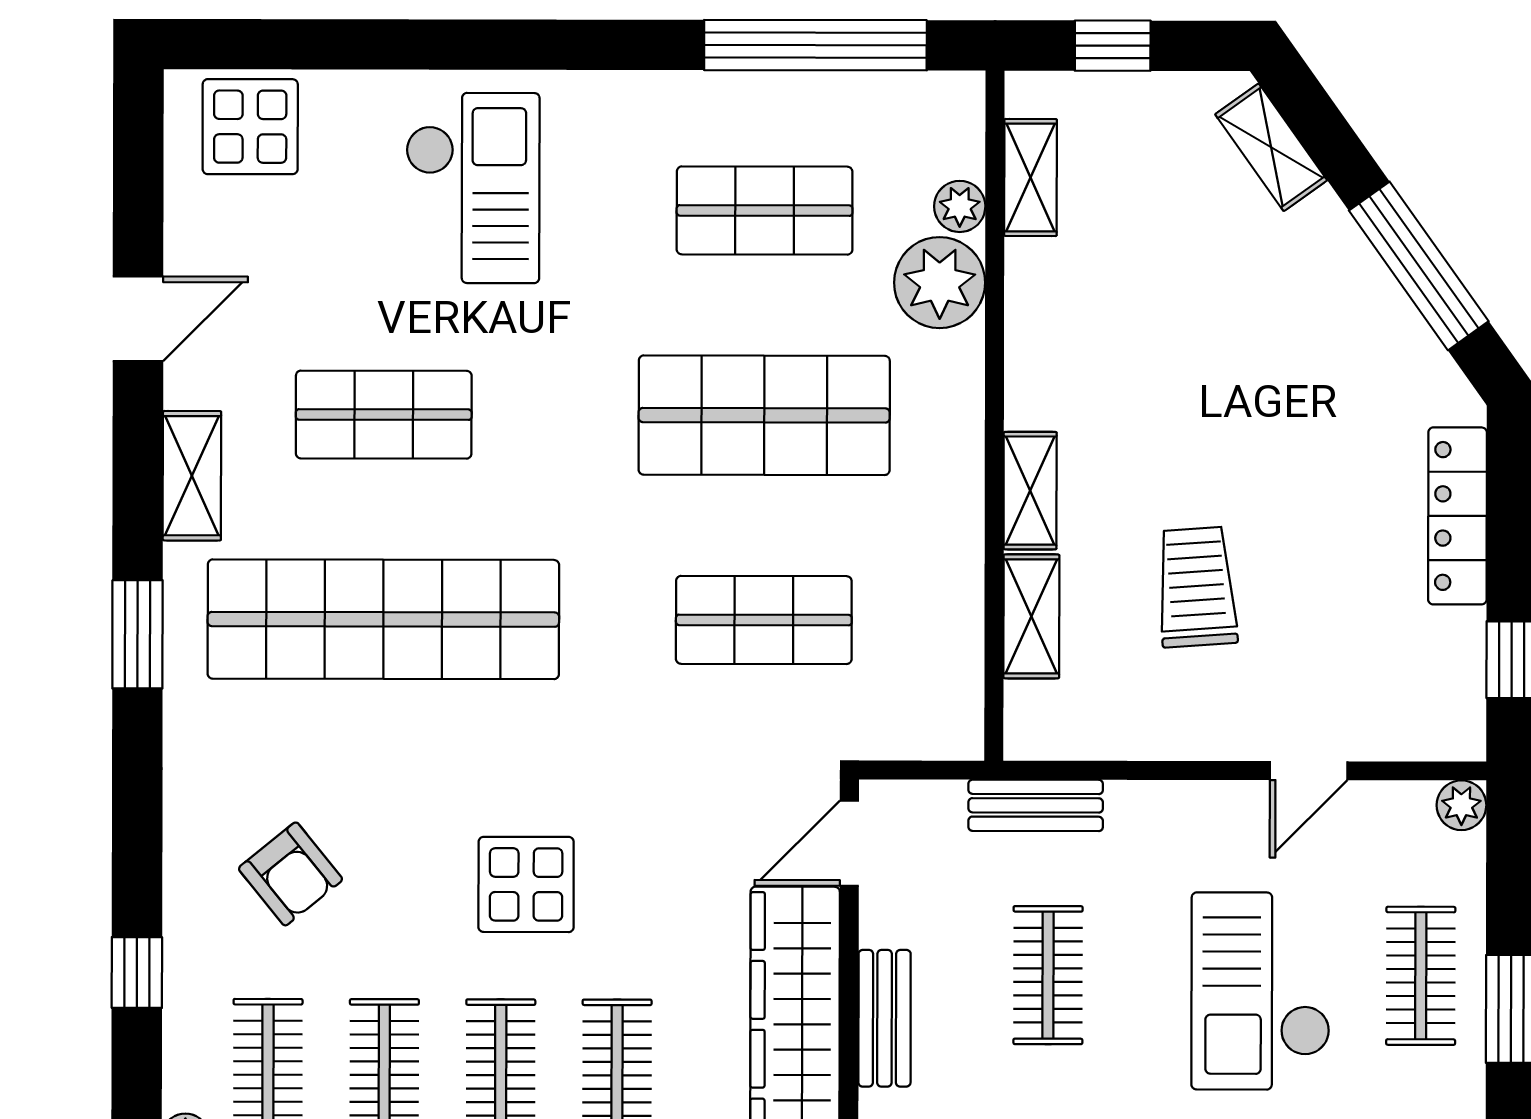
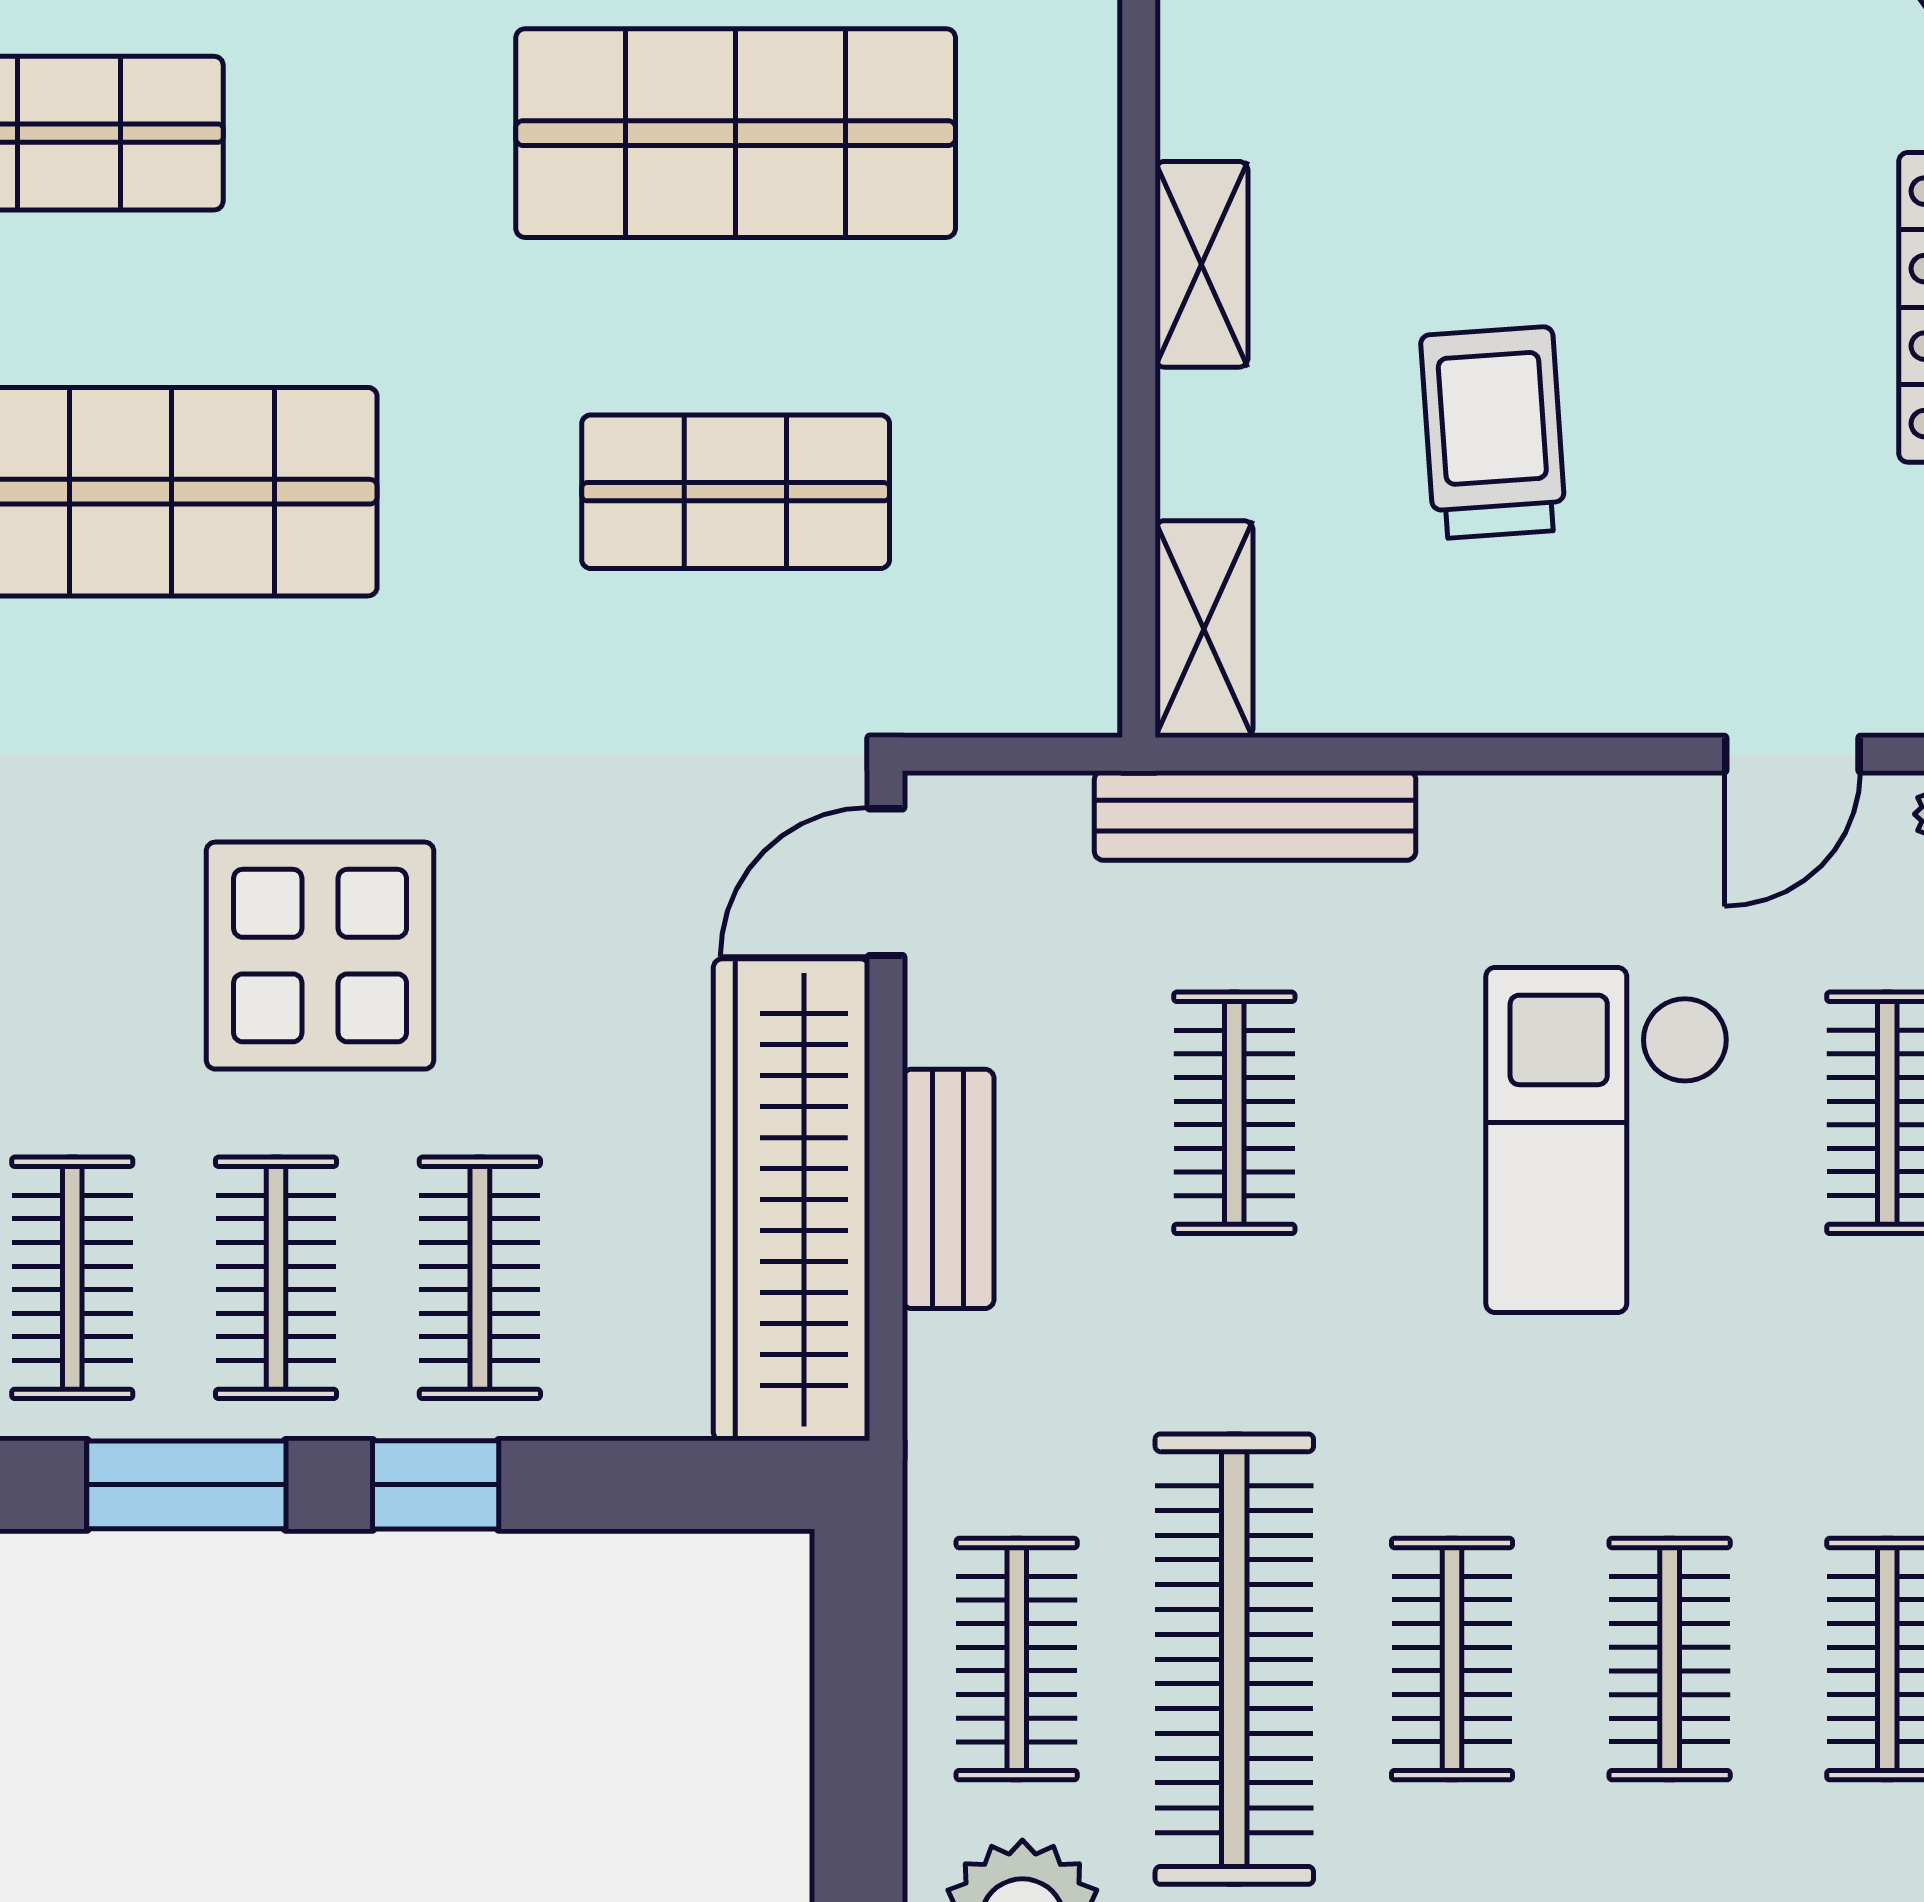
shelving: (1031, 616) -> (1204, 629), moved
door: (1309, 771) -> (1792, 754), moved
bench: (1036, 805) -> (1255, 815), width x1.36
display table: (526, 884) -> (320, 956), width x1.36, depth x1.36

